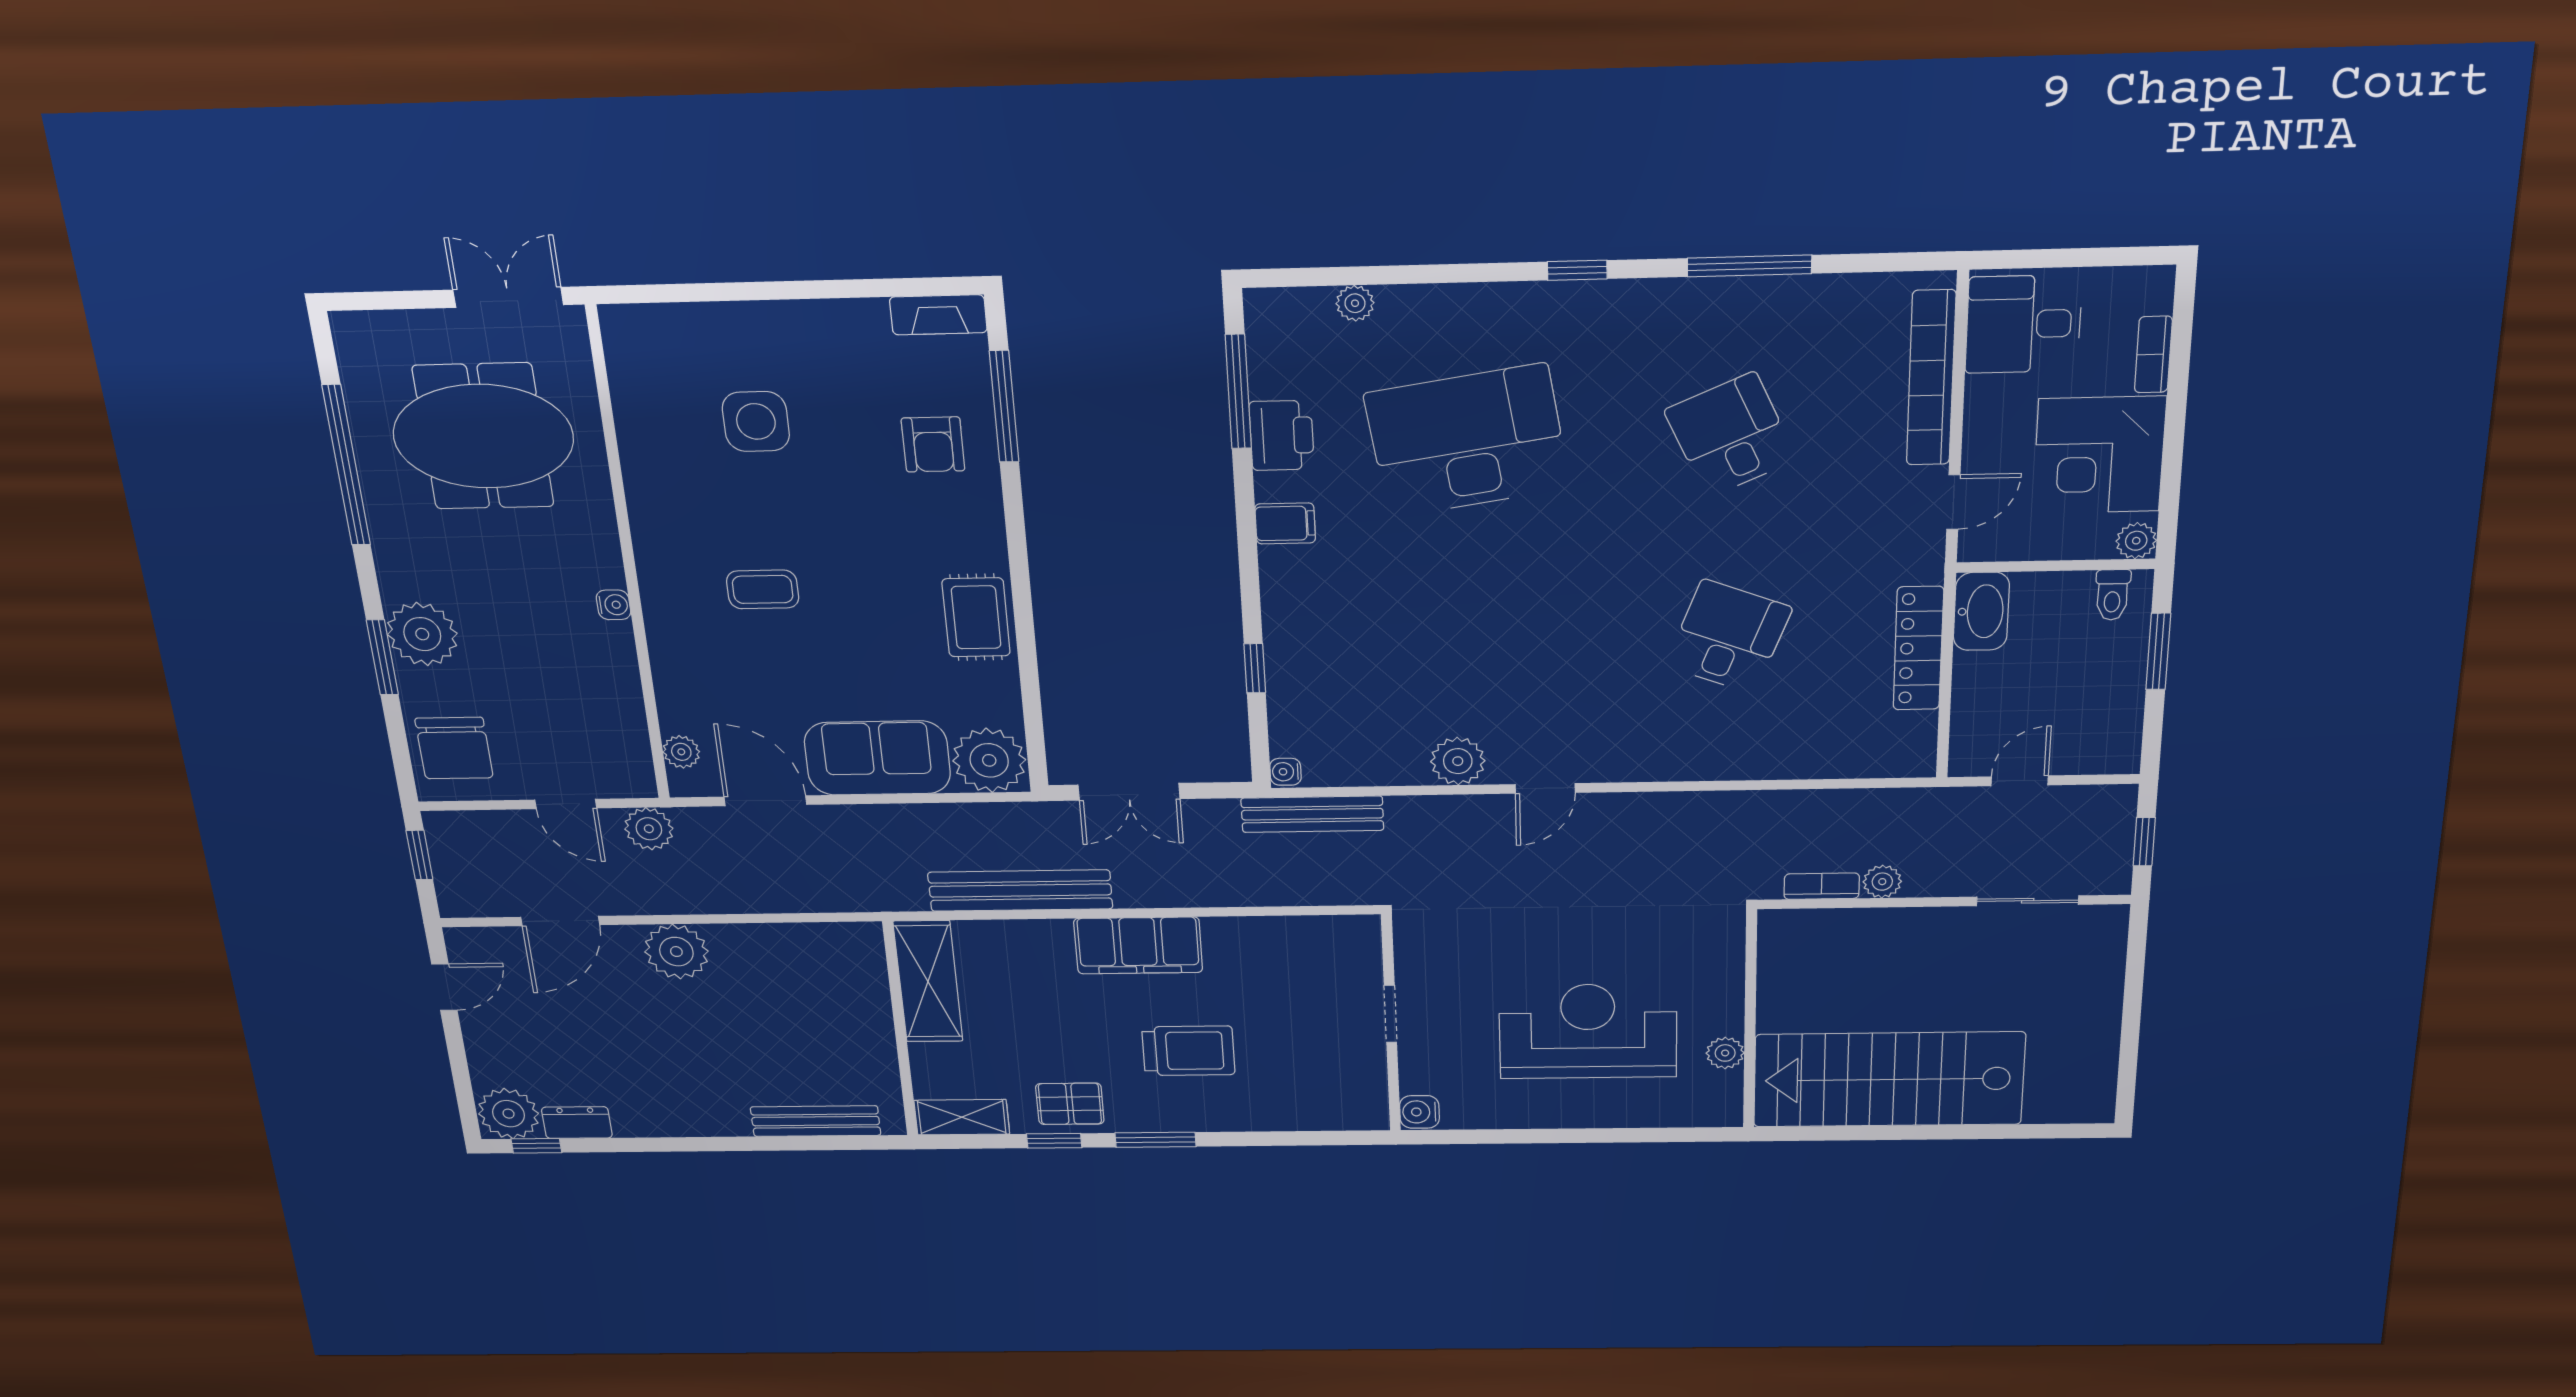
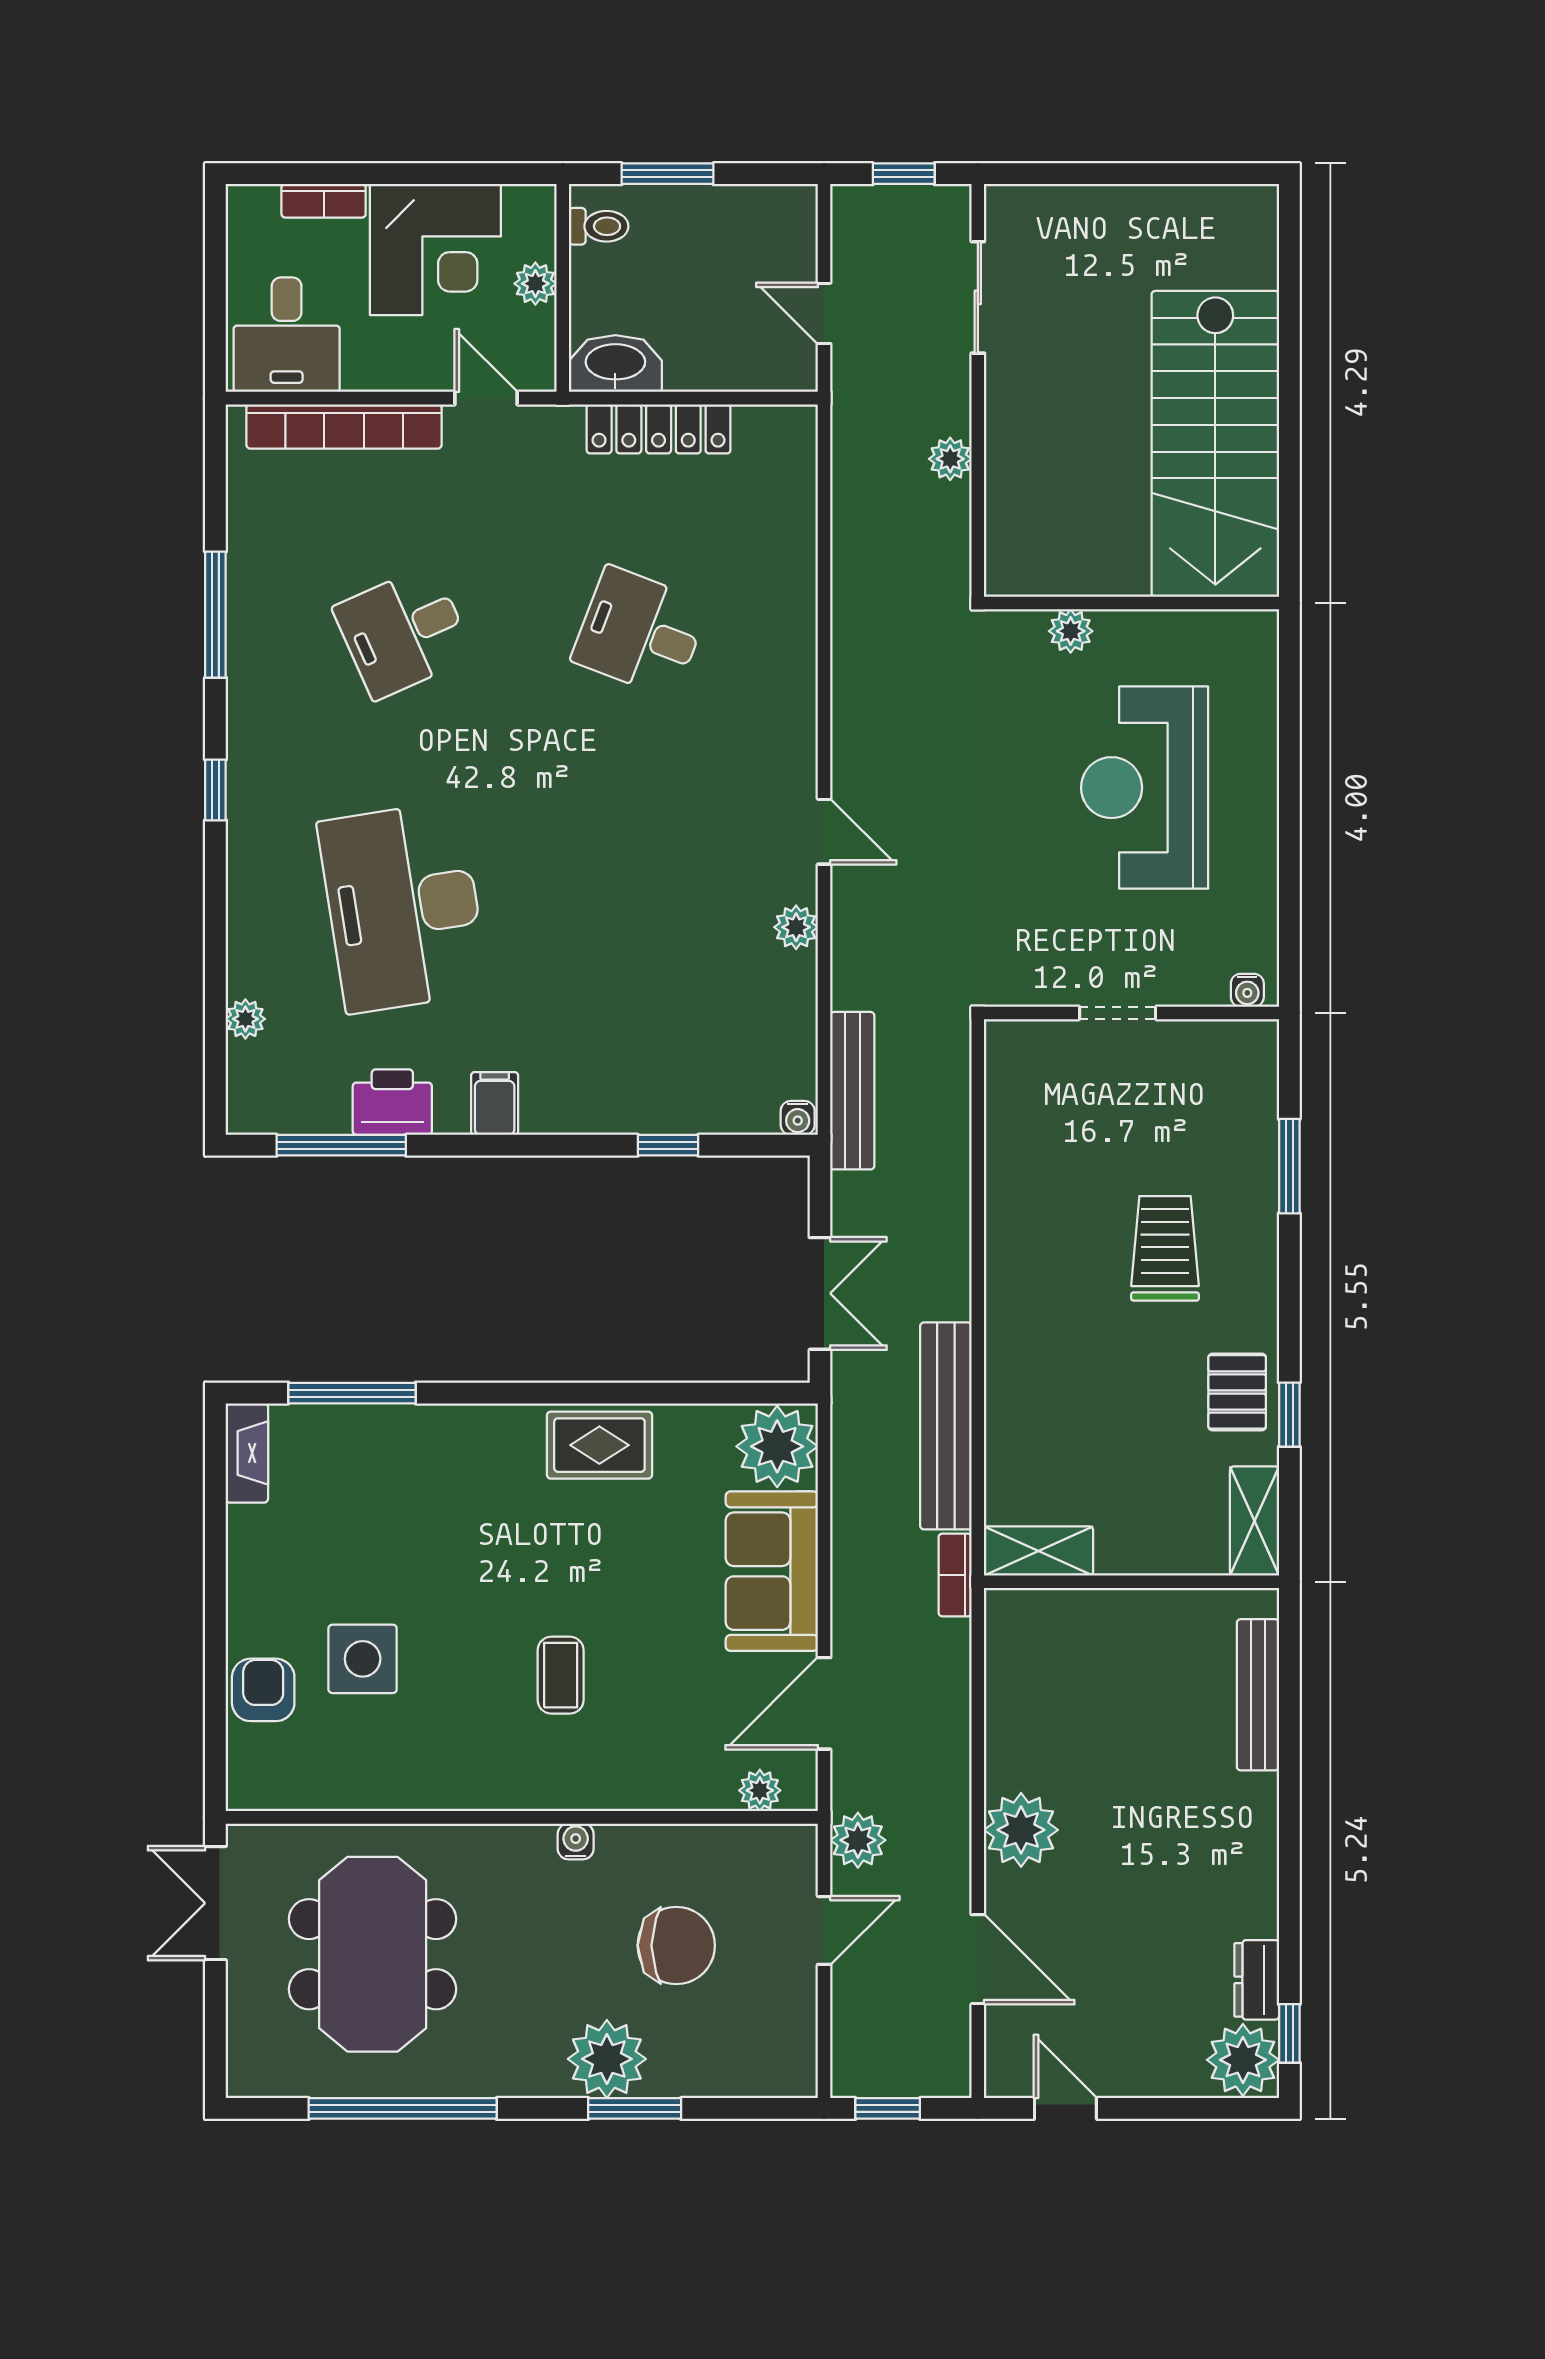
armchair: (933, 444) -> (263, 1690), moved, turned -90
plant: (2136, 541) -> (535, 284), moved
chair: (454, 748) -> (676, 1945), moved
plant: (1458, 761) -> (796, 927), width x0.73, depth x0.73
bookcase: (1822, 886) -> (955, 1575), moved
filing cabinet: (1138, 945) -> (1021, 1297), removed
shelving: (928, 981) -> (1039, 1551), width x0.67, depth x0.75
plant: (1725, 1053) -> (1071, 631), moved
water cooler: (1419, 1112) -> (1247, 990), width x0.72, depth x0.72
window: (1156, 1140) -> (1289, 1166), moved

